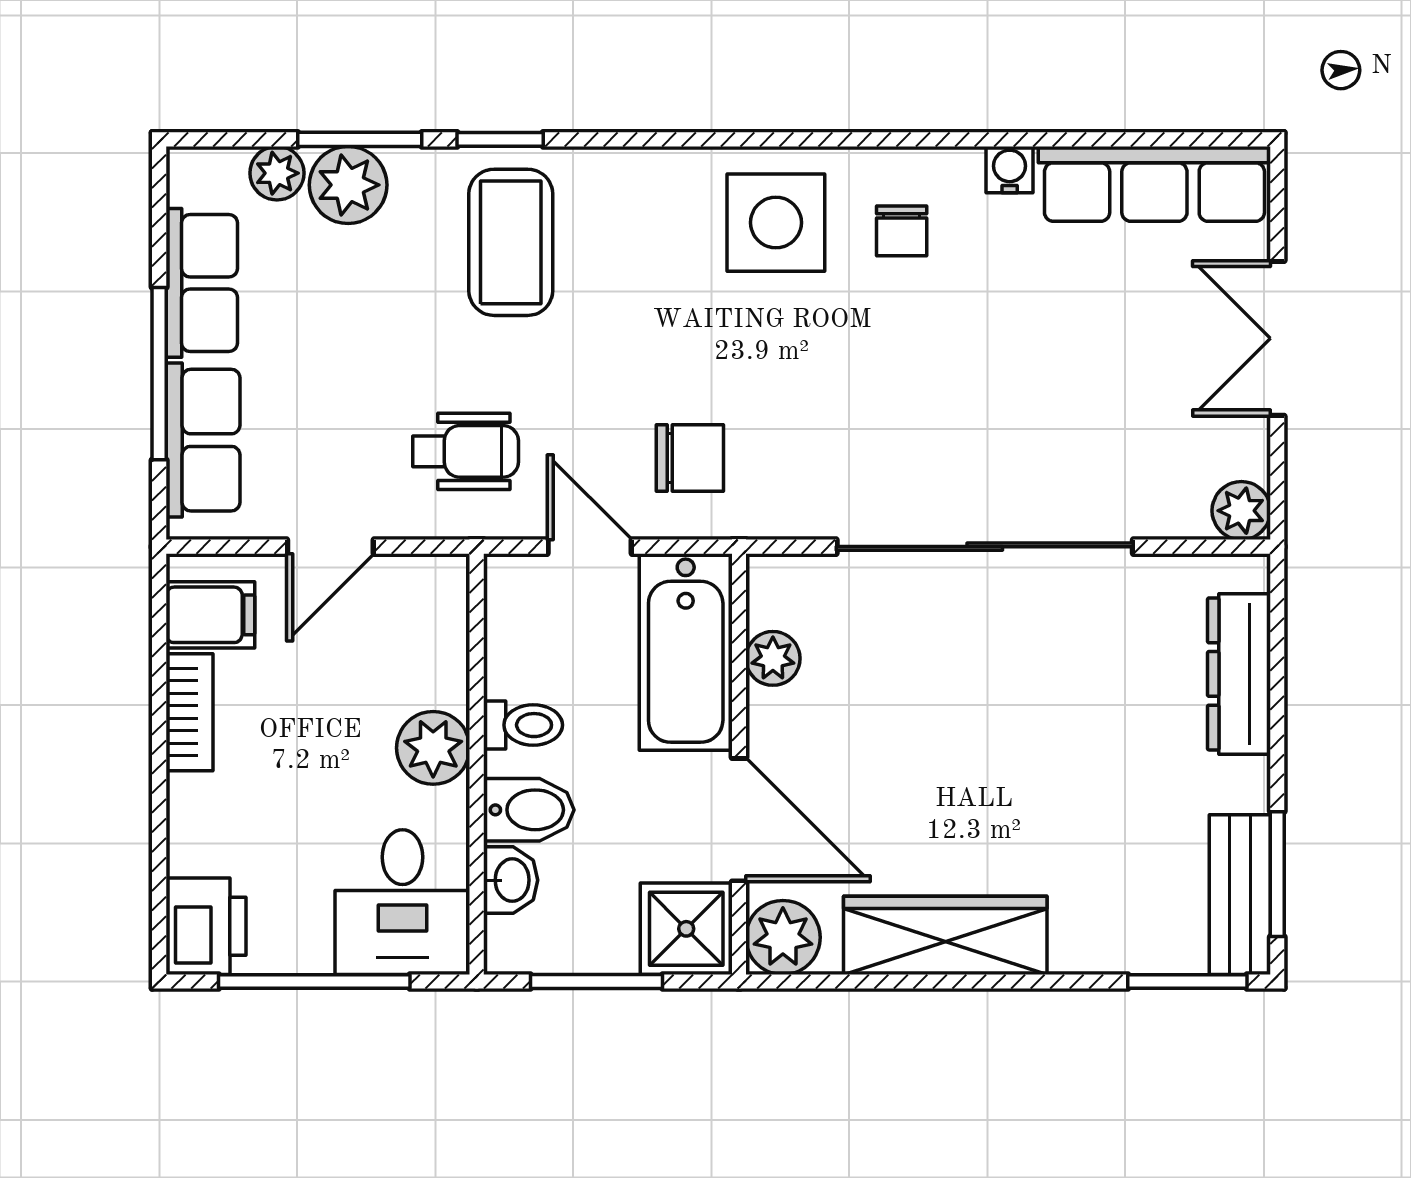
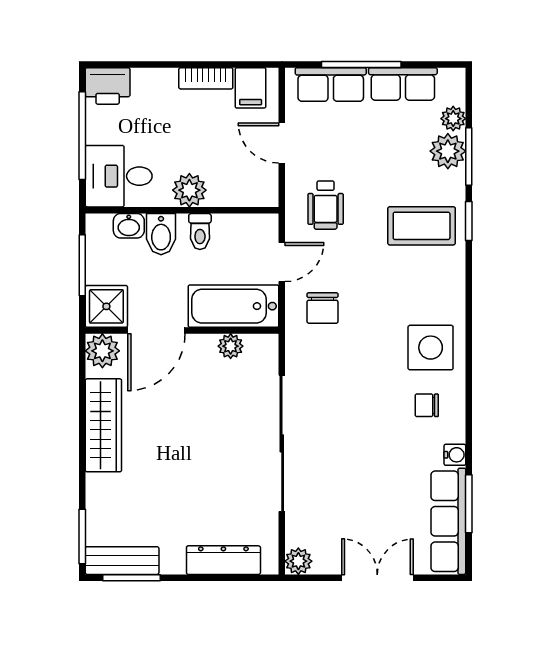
window: (1116, 139) -> (469, 504), added

